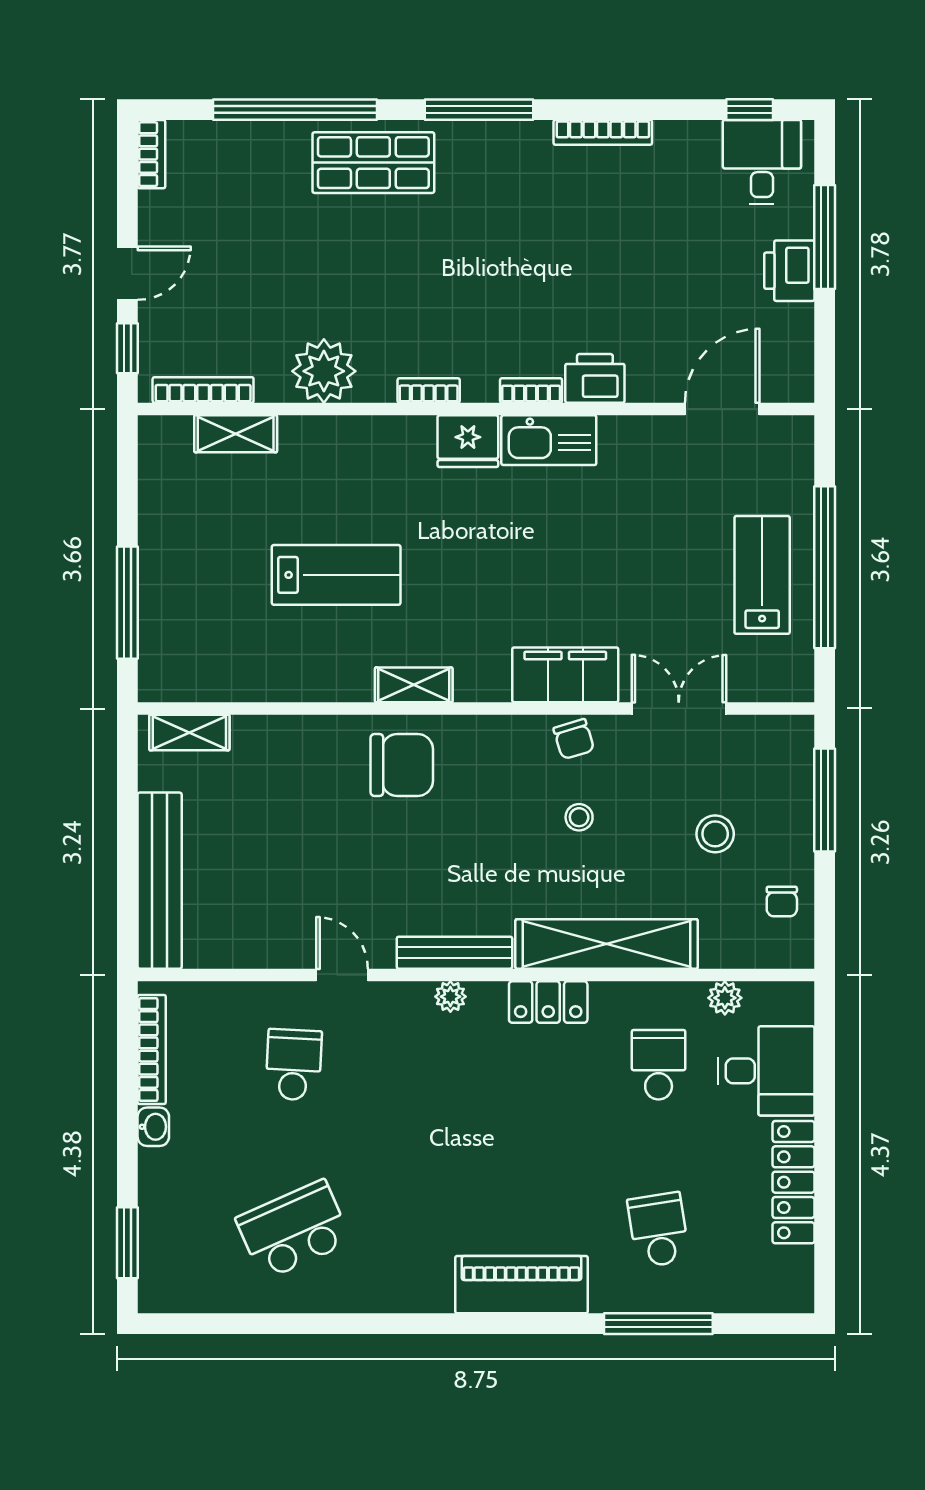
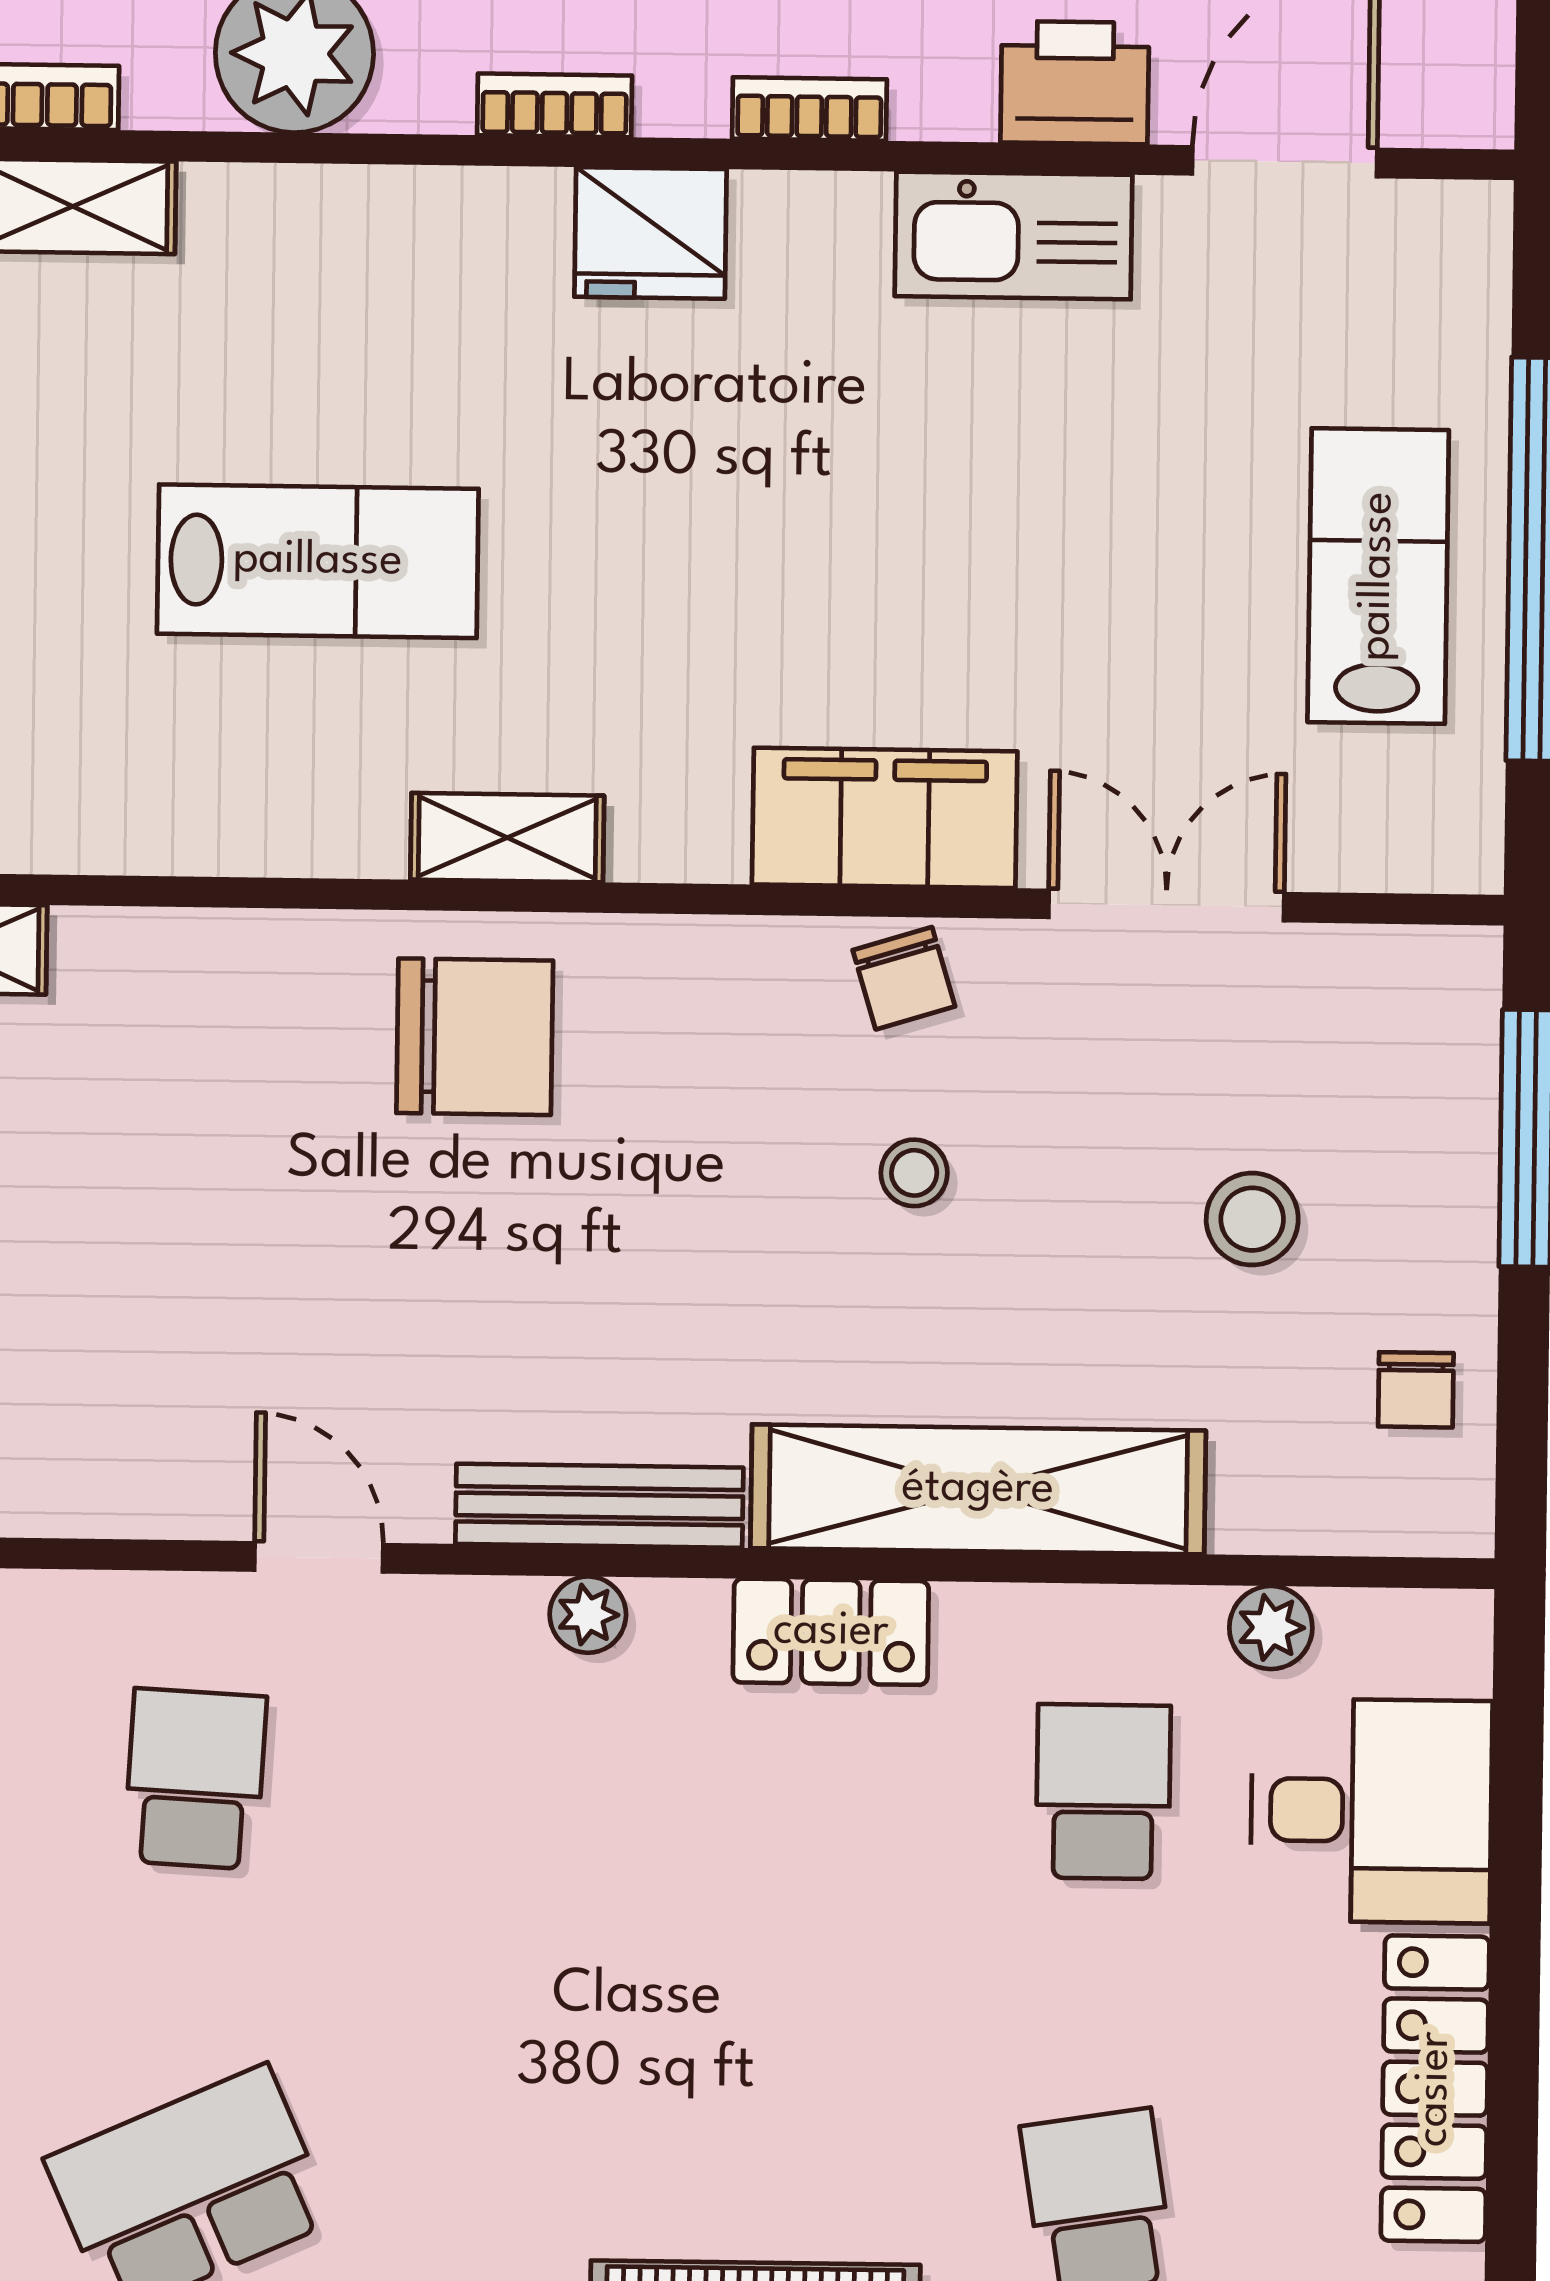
printer: (595, 378) -> (1075, 83), moved
kitchen sink: (549, 440) -> (1013, 236), moved

